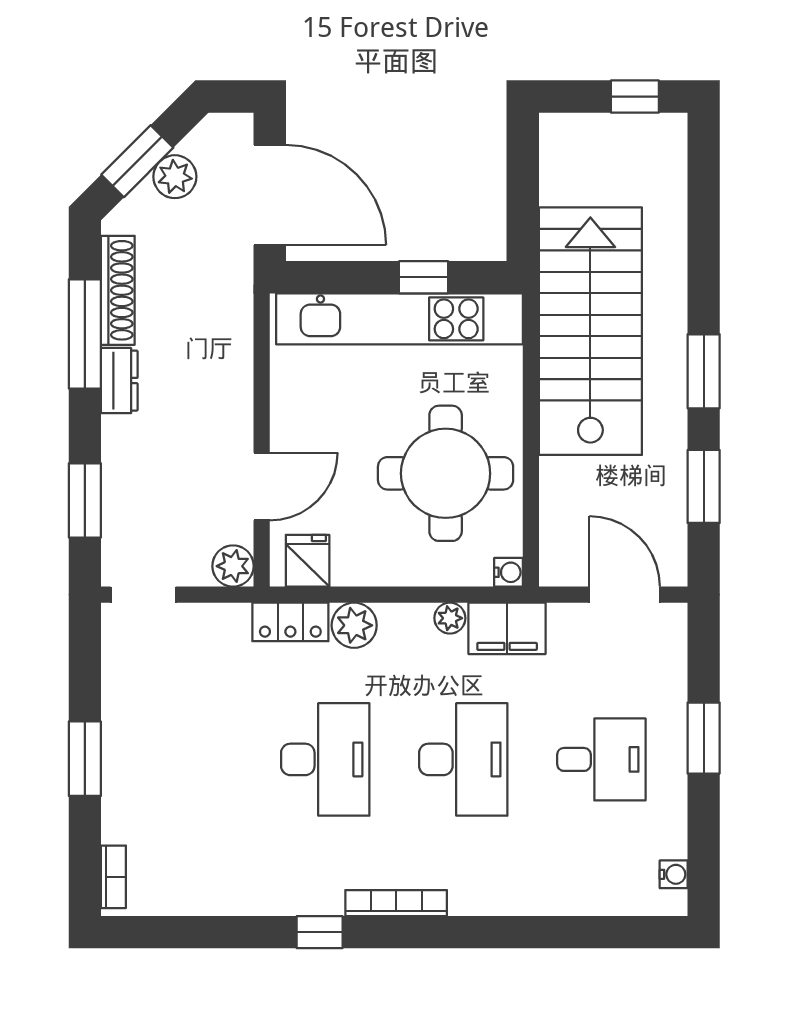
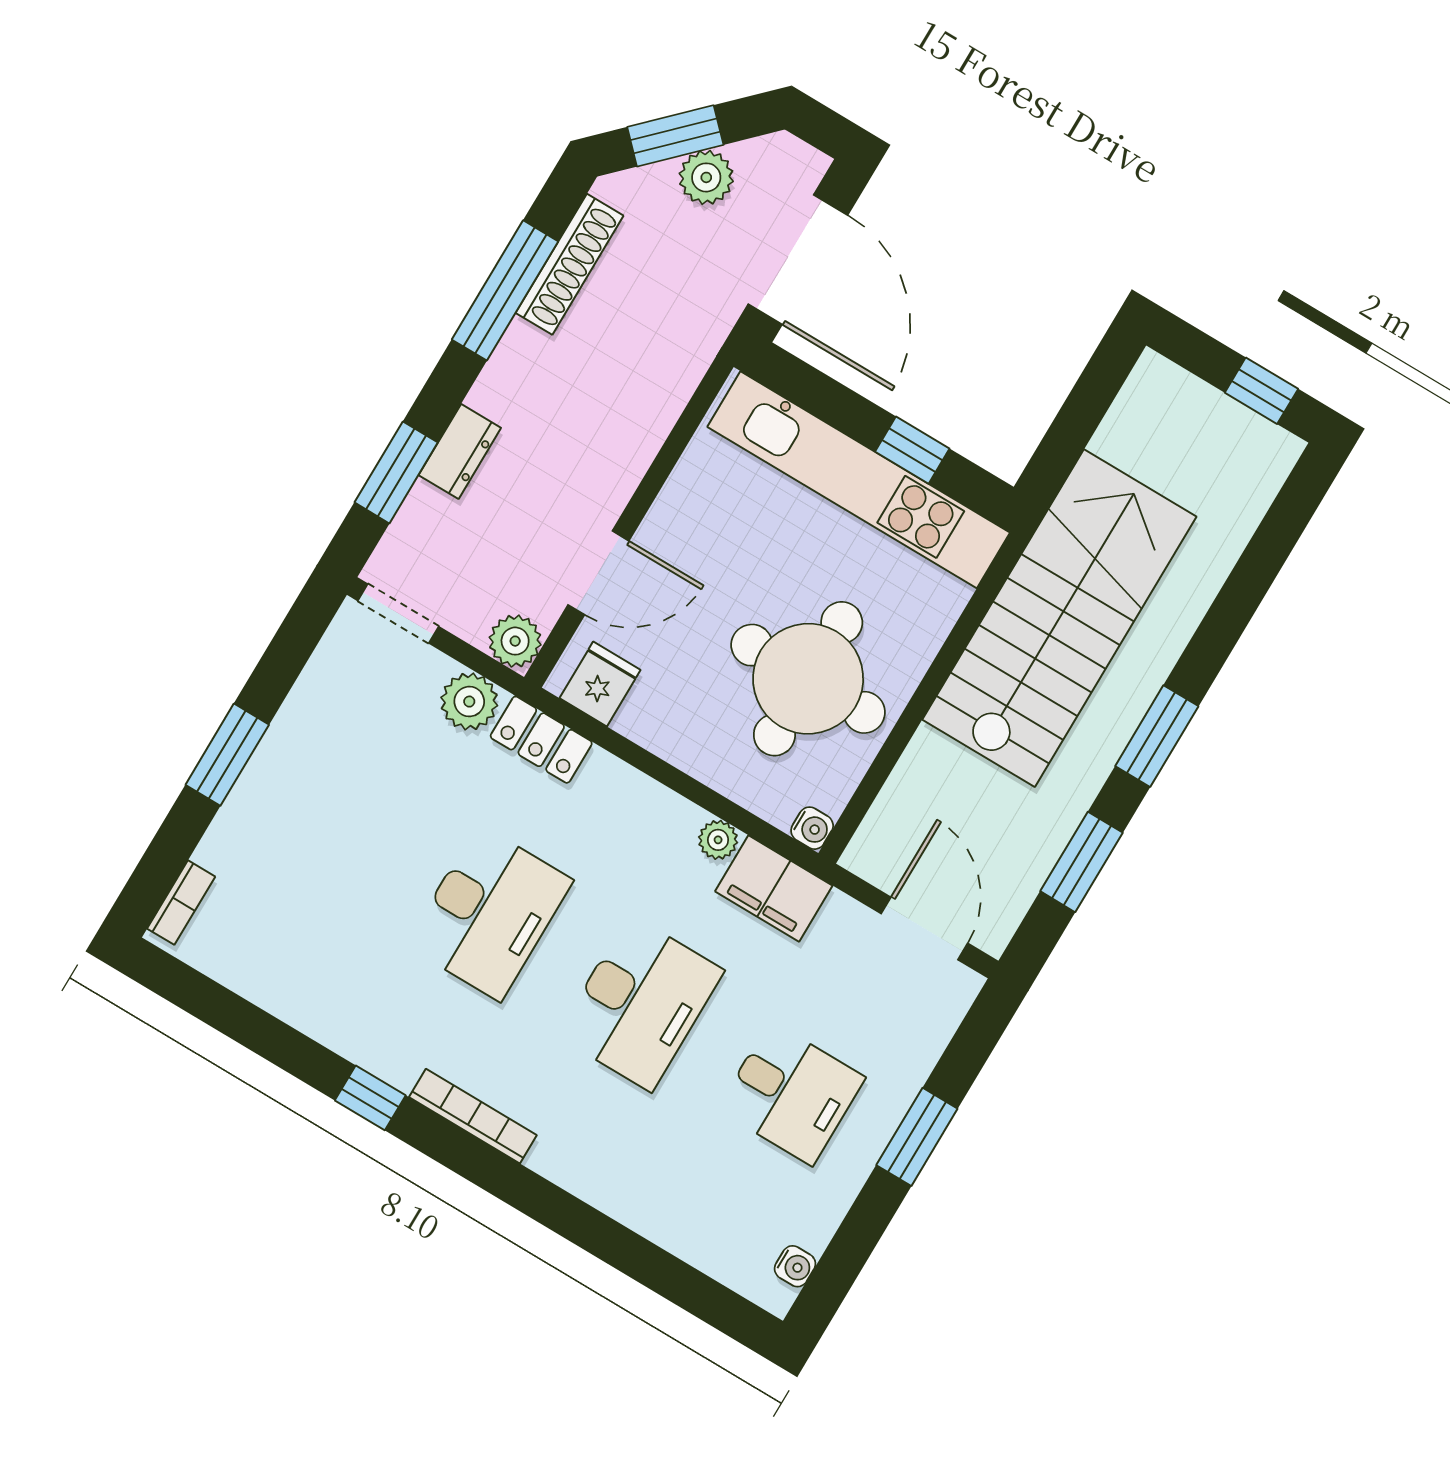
dresser: (119, 381) -> (460, 451), moved
plant: (354, 625) -> (469, 702), moved

